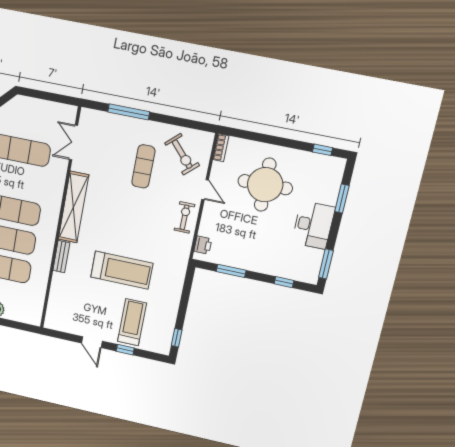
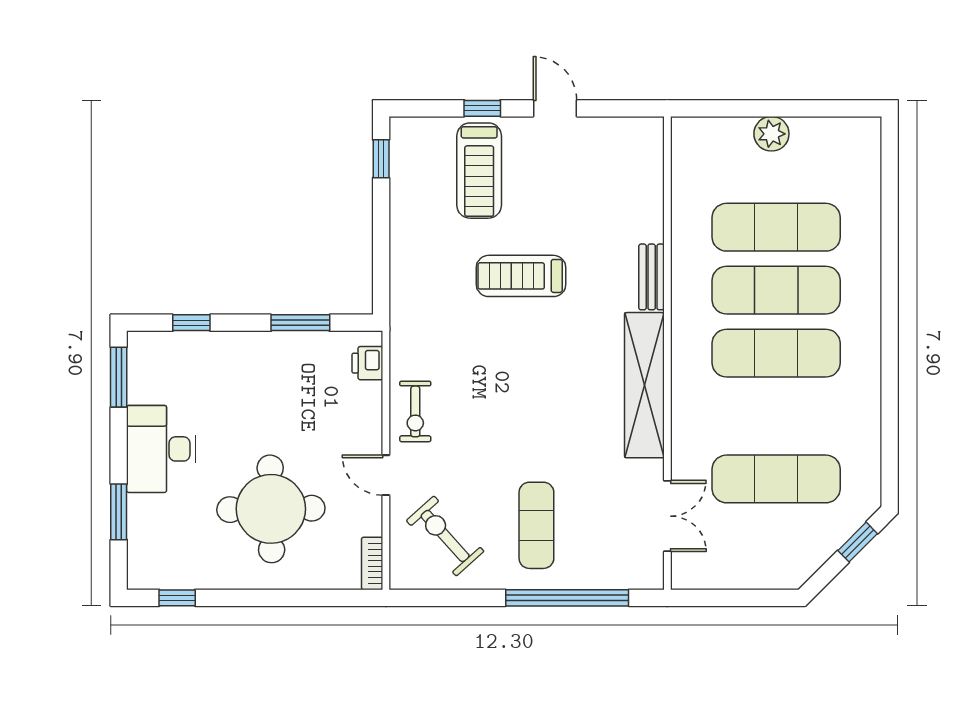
window: (129, 112) -> (567, 598), width x1.46
exercise mat: (143, 166) -> (536, 525), moved
treadmill: (122, 270) -> (521, 276), width x0.73, depth x0.73

